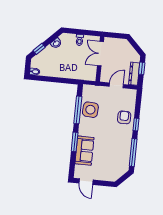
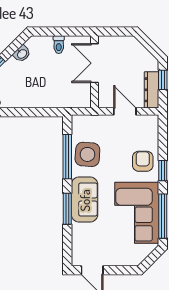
door: (116, 85) -> (125, 111), hinge flipped
corner sofa: (117, 149) -> (137, 213), added
sofa: (84, 151) -> (85, 200), moved

